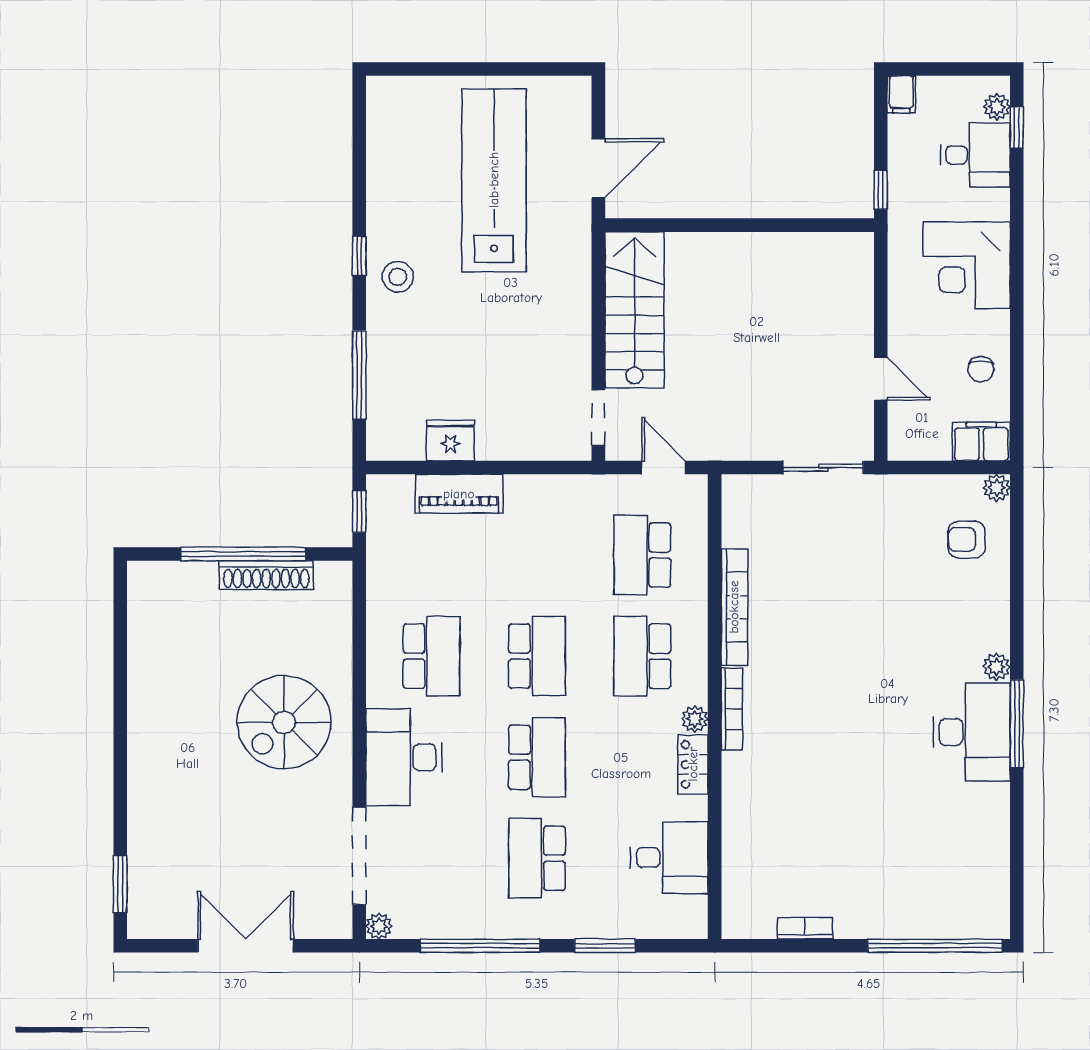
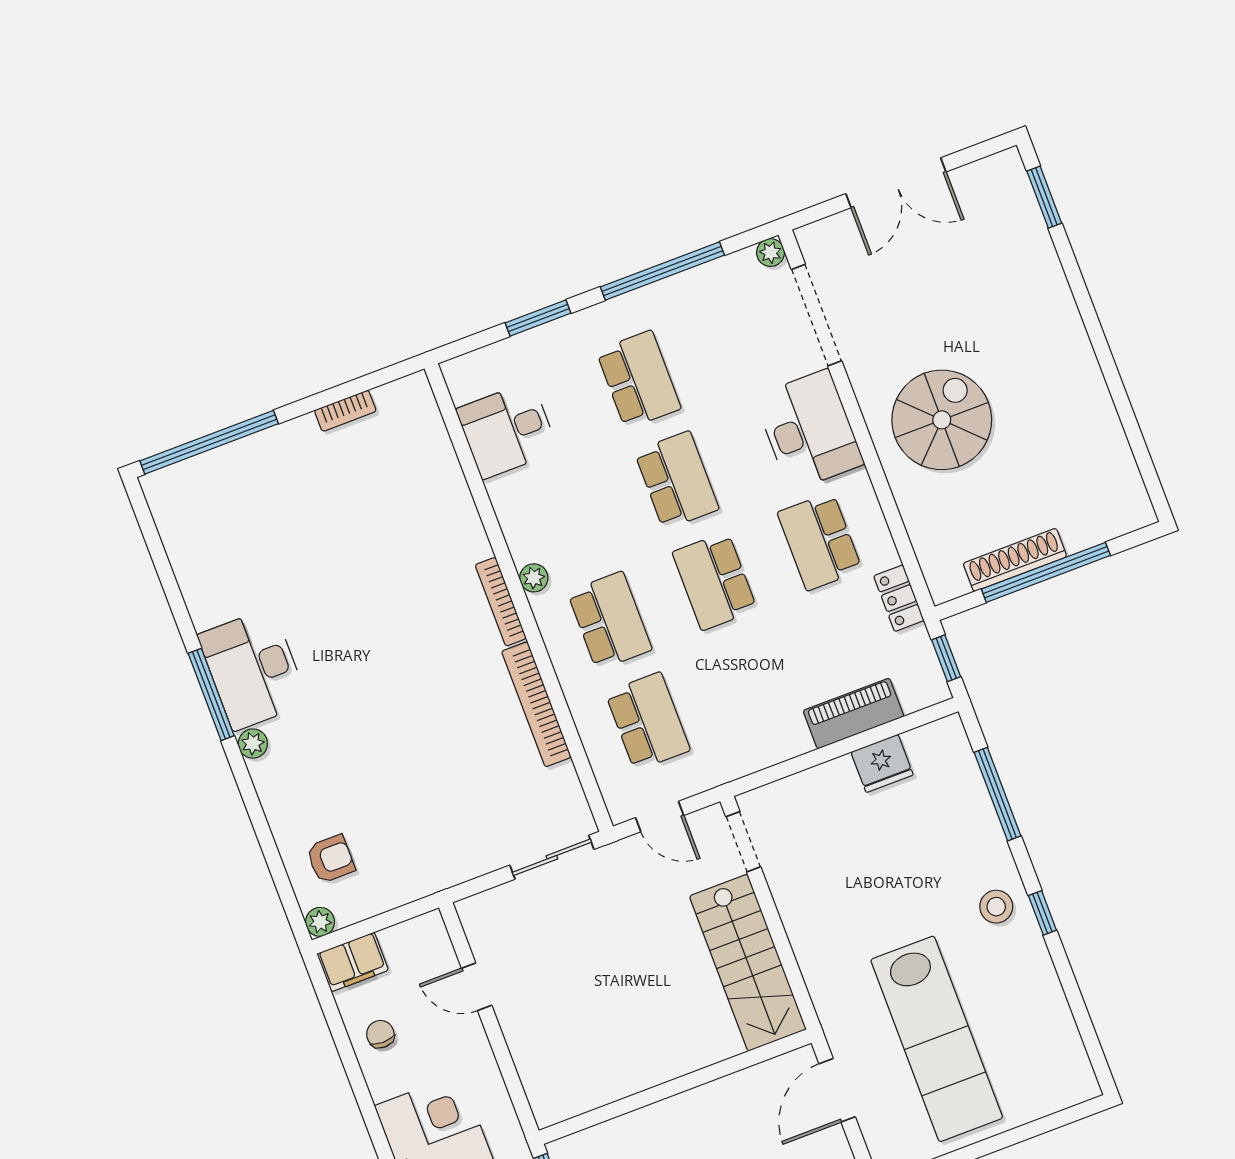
sliding door: (823, 468) -> (552, 857), moved
school desk: (537, 757) -> (677, 480), turned 180
locker: (693, 764) -> (899, 598), moved, turned 180

